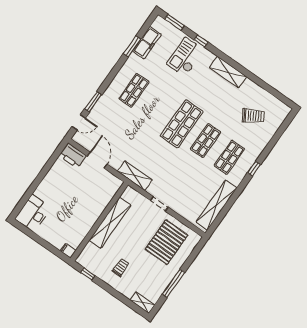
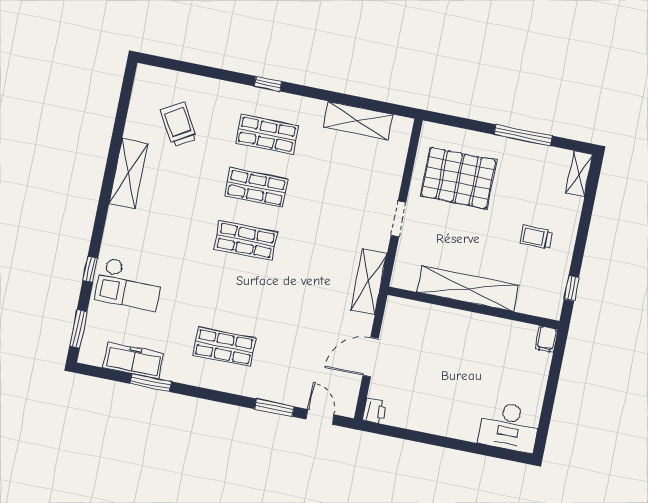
shelving: (228, 72) -> (129, 173), moved
shop shelf: (182, 124) -> (246, 241), width x0.70, depth x0.74
printer: (73, 156) -> (374, 411), width x0.53, depth x0.68
shelving: (216, 205) -> (358, 121), width x0.68

